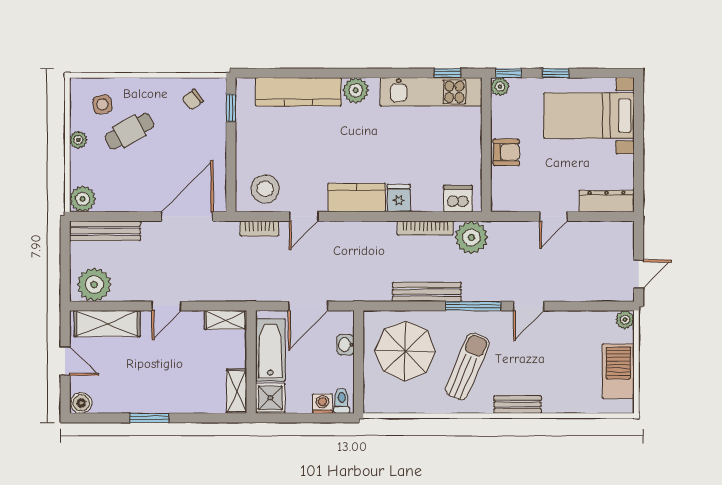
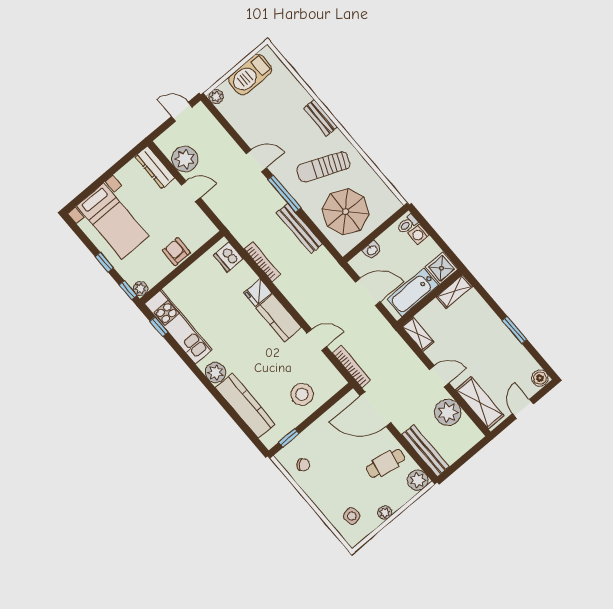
cafe table: (129, 131) -> (385, 463), moved, turned -50
stool: (265, 189) -> (302, 394), moved
bookcase: (259, 228) -> (352, 367), width x1.56
plant: (471, 237) -> (185, 159), moved
plant: (94, 285) -> (448, 412), moved

